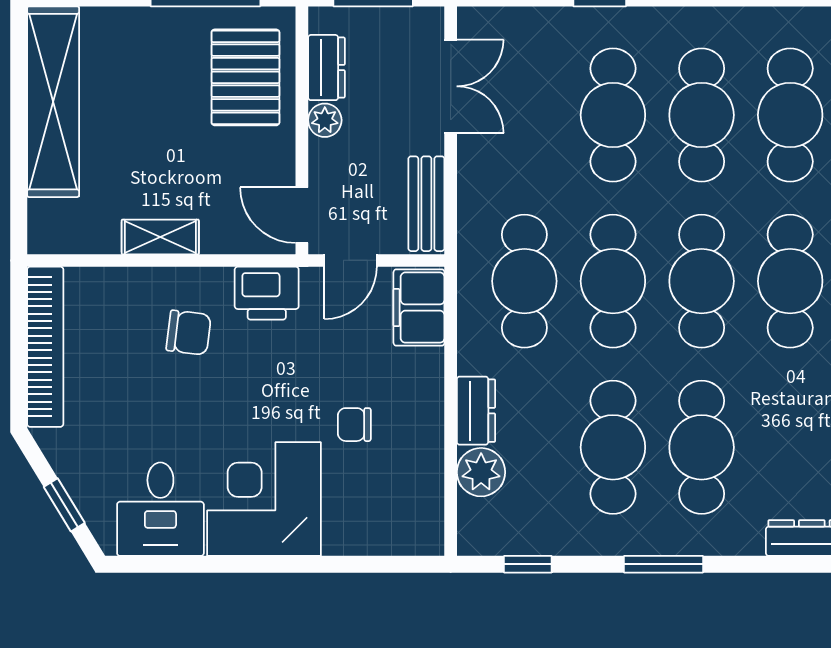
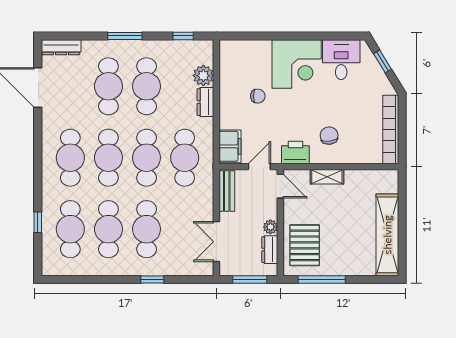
shelving: (160, 237) -> (327, 177), moved
chair: (189, 333) -> (329, 136), turned 77

